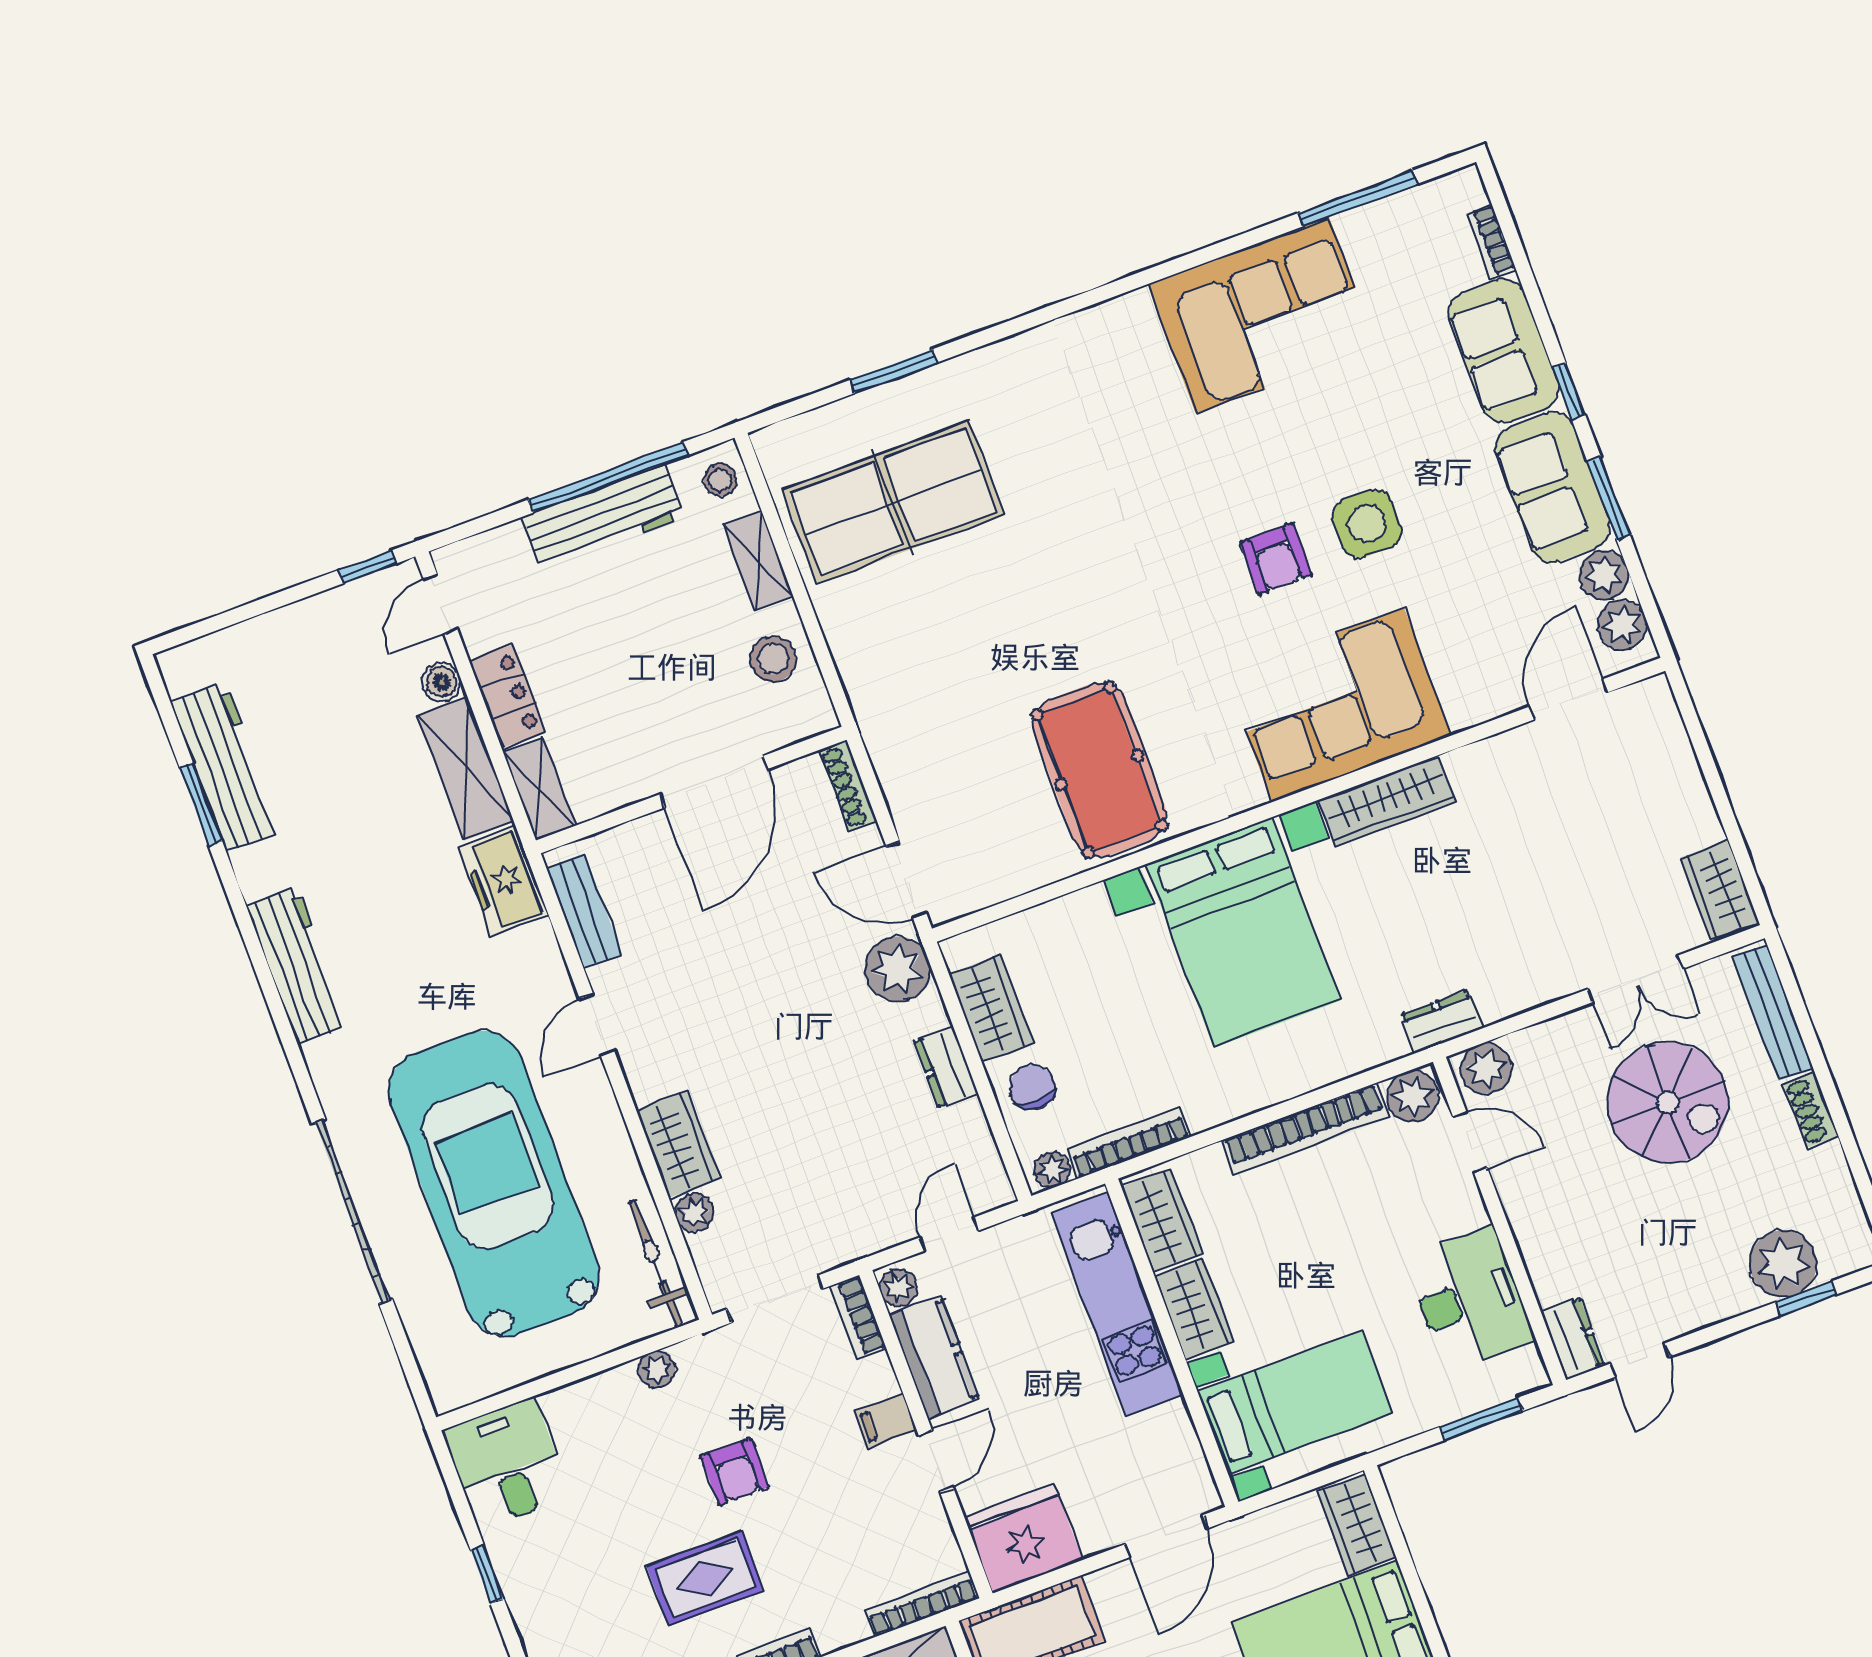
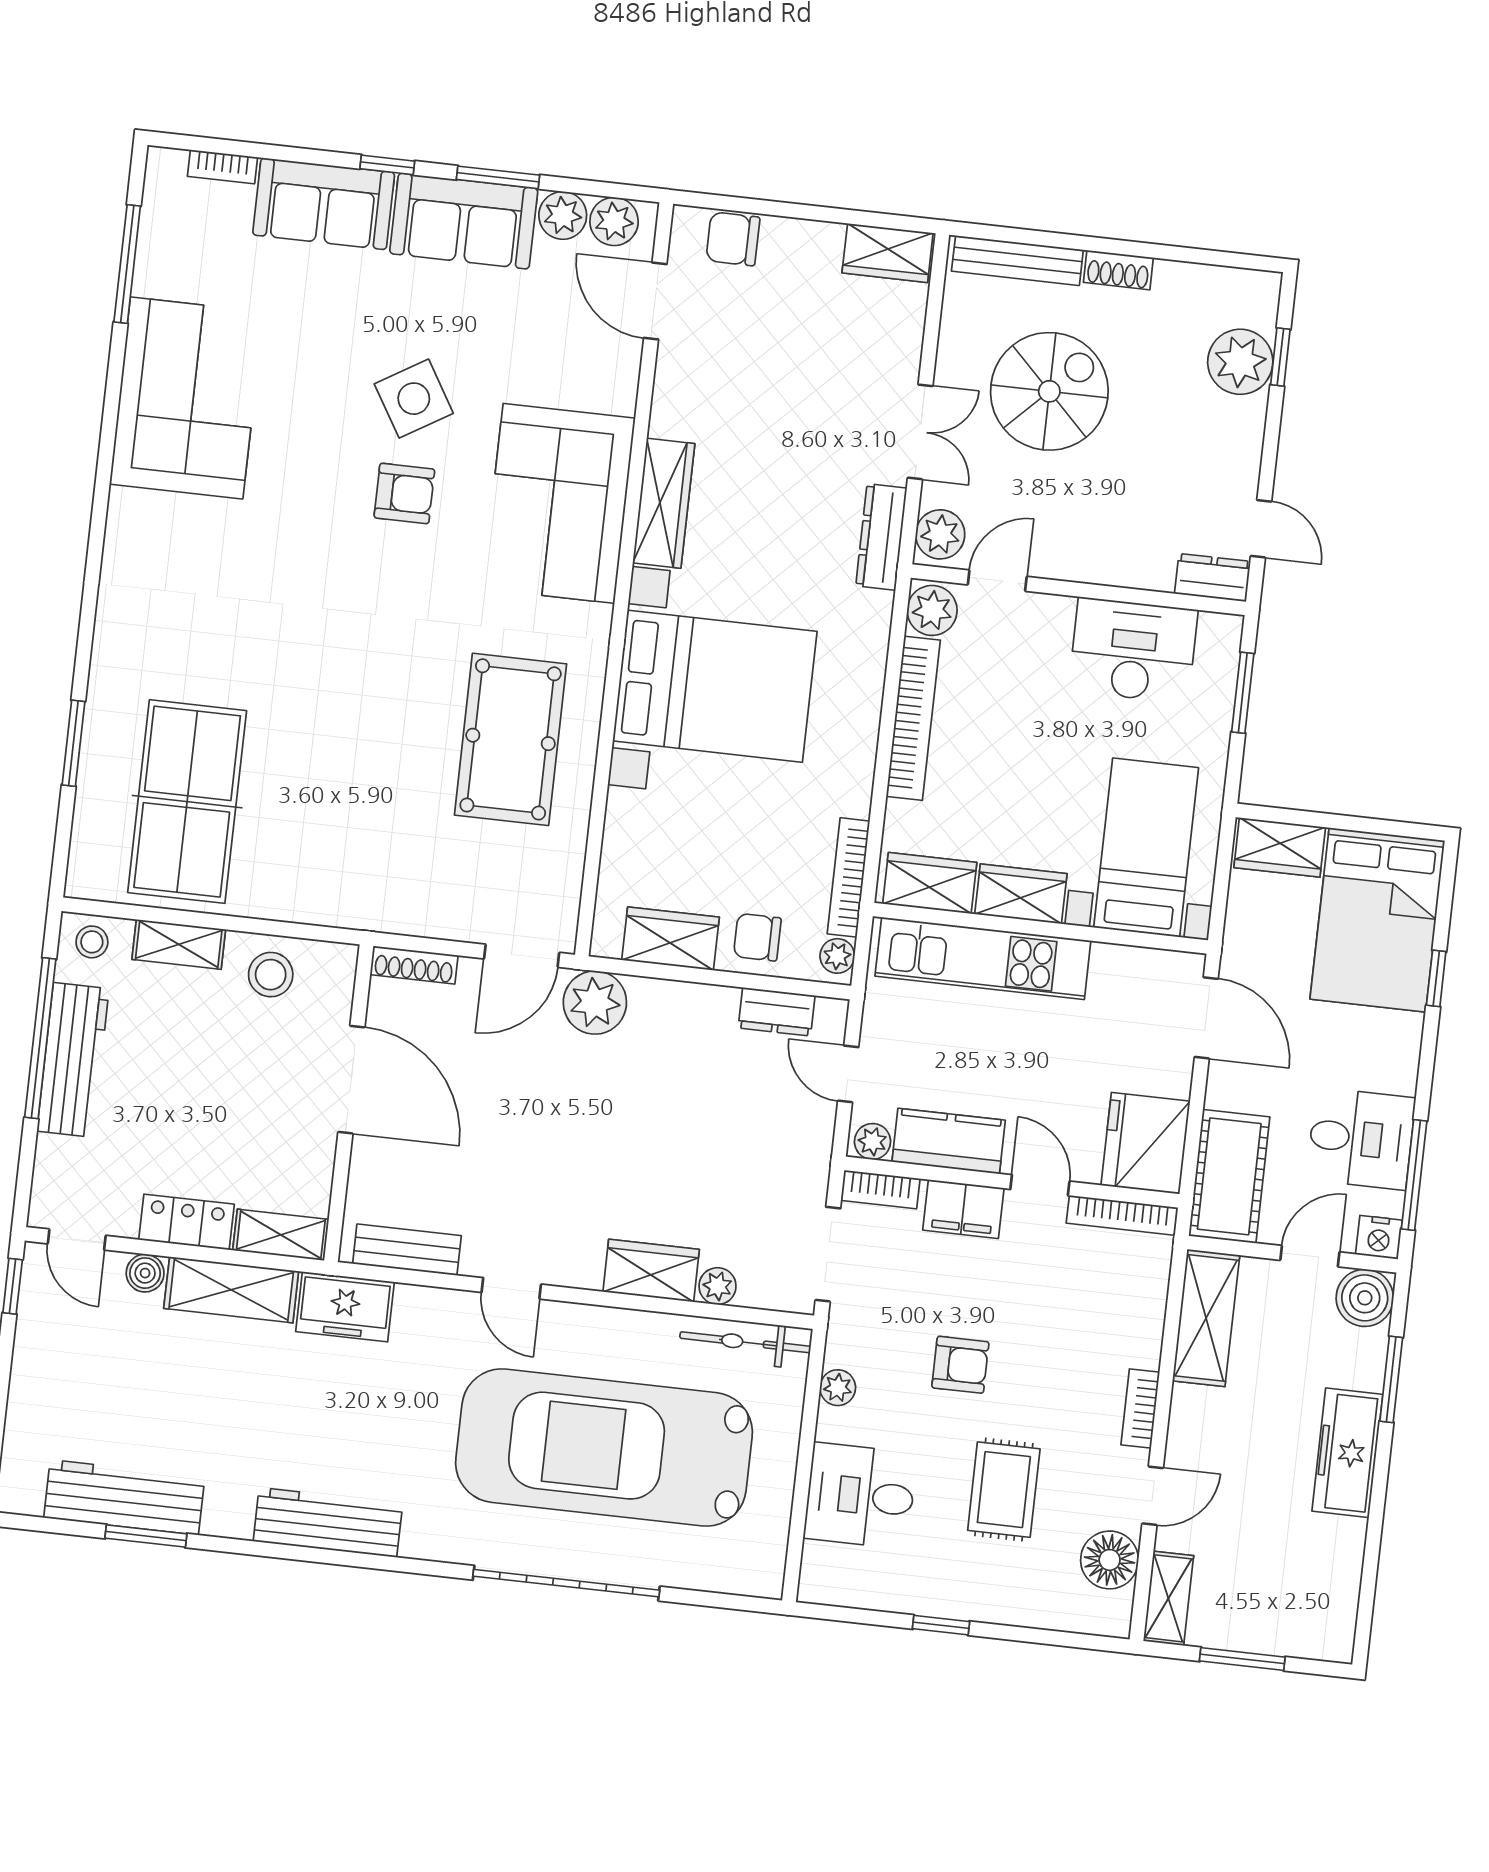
side table: (1367, 523) -> (414, 399), turned -31
chair: (1661, 742) -> (733, 239), added
pool table: (1099, 770) -> (511, 739), turned 90
double door: (1636, 979) -> (920, 432), moved
dresser: (1441, 1022) -> (881, 537), width x1.44
dresser: (946, 1067) -> (776, 1012), moved
filing cabinet: (886, 1420) -> (963, 1209), width x2.00
desk: (506, 1463) -> (860, 1496), moved
rug: (705, 1578) -> (1004, 1490), moved
bookcase: (922, 1604) -> (1122, 1215), moved, turned -90

